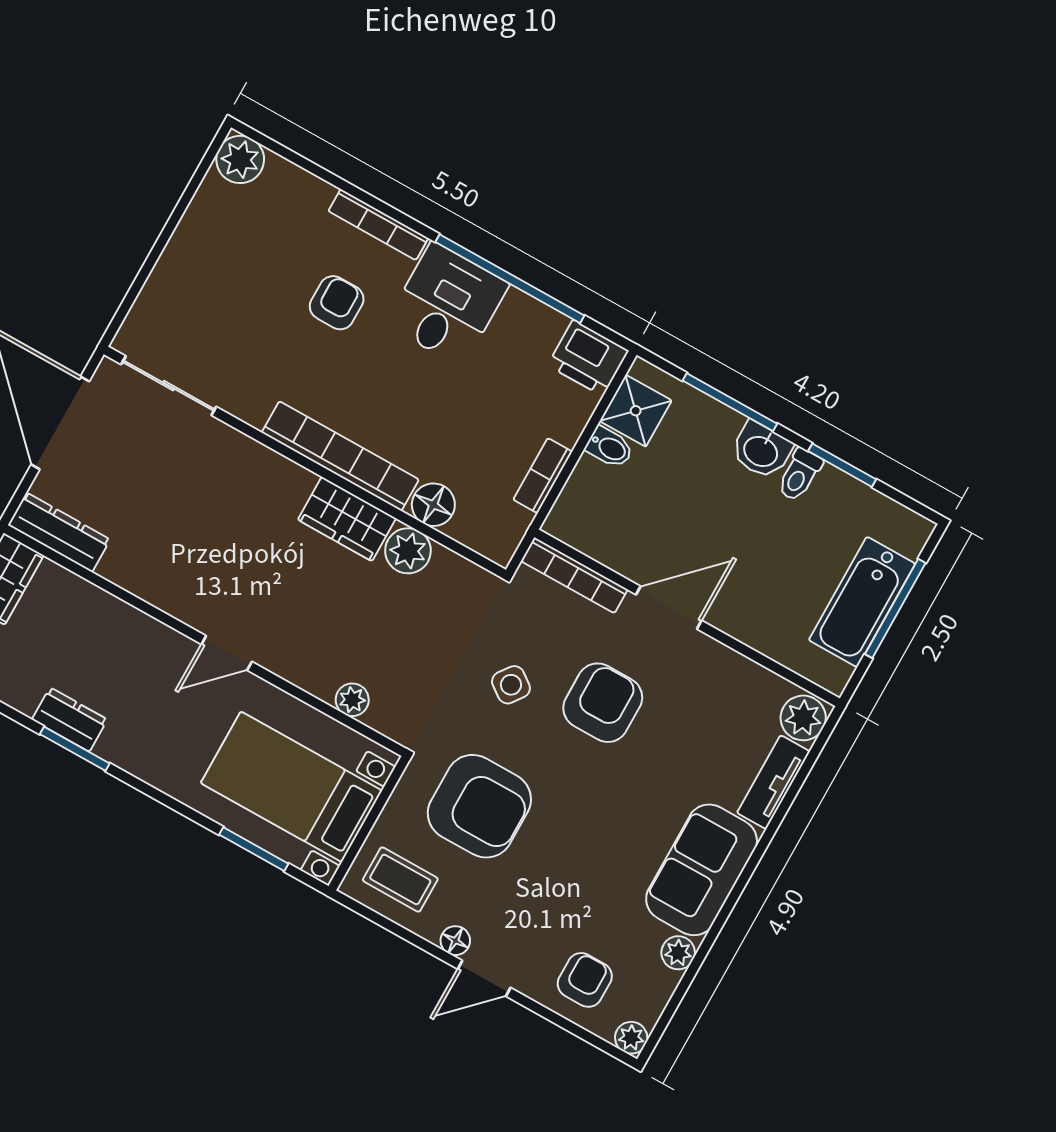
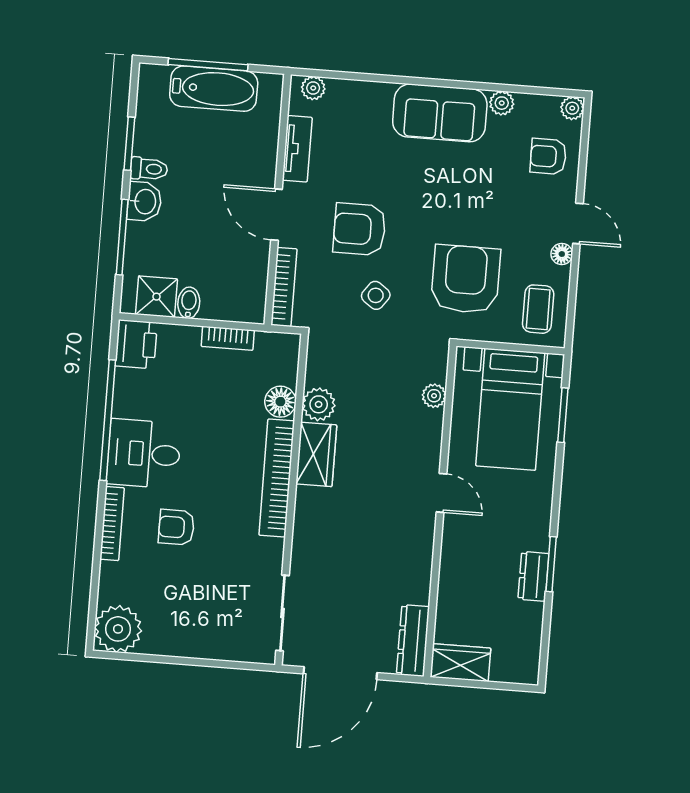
plant: (240, 159) -> (118, 629), width x1.36, depth x1.36
plant: (803, 718) -> (313, 88), width x0.73, depth x0.73
tv unit: (773, 782) -> (297, 149), moved, turned -90

